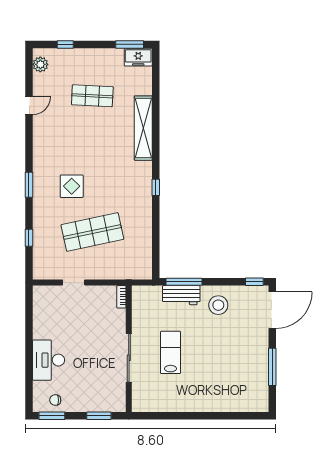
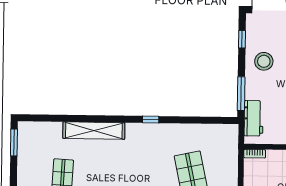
freezer: (138, 57) -> (26, 134), removed
window: (254, 282) -> (242, 39), moved
workbench: (181, 295) -> (254, 118), moved

